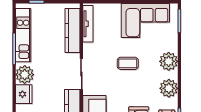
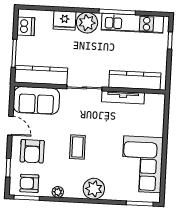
tv unit: (88, 24) -> (123, 97), moved
coffee table: (128, 63) -> (77, 147), moved
plant: (169, 88) -> (58, 192), width x0.53, depth x0.53

